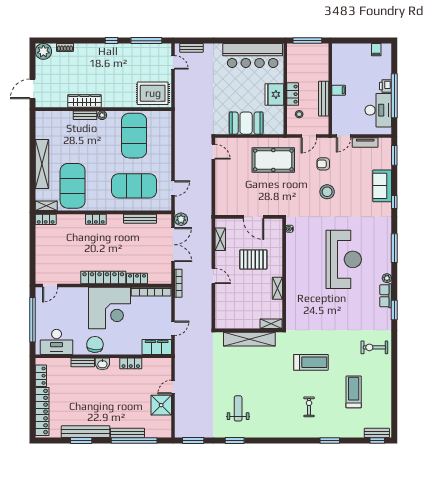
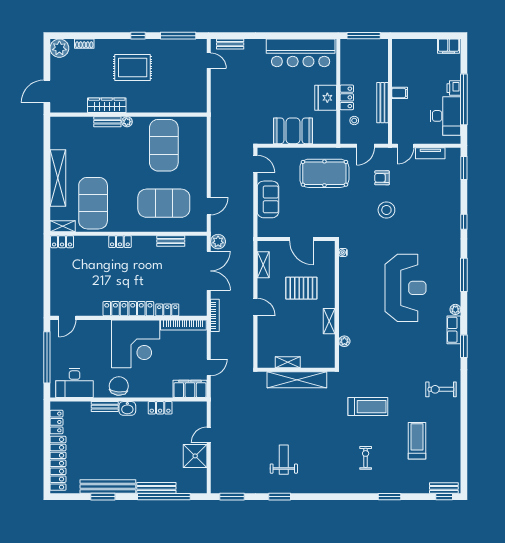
filing cabinet: (376, 50) -> (449, 46), width x2.00
rug: (153, 93) -> (133, 68), moved
sofa: (382, 186) -> (268, 199), moved, turned 180
bench: (140, 219) -> (171, 241), width x0.73
plant: (291, 306) -> (344, 341), added
shelving: (271, 324) -> (288, 362), moved

